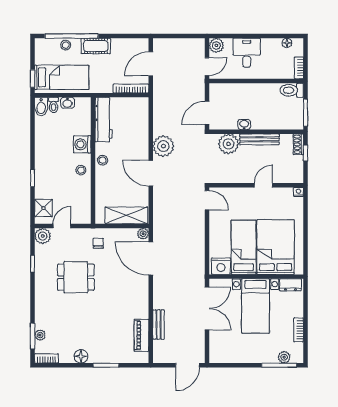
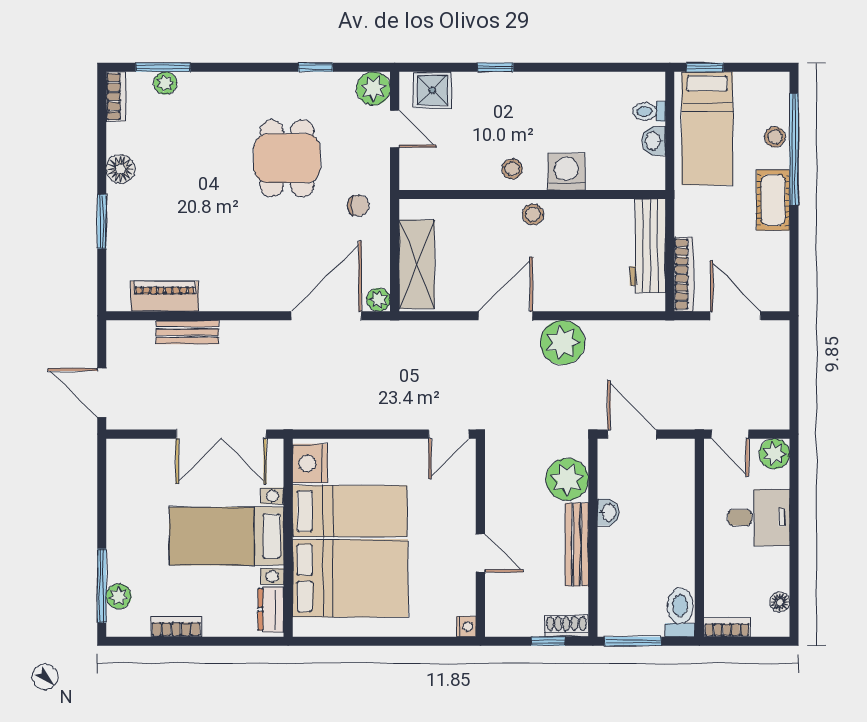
bidet: (41, 107) -> (646, 85), removed
workbench: (104, 120) -> (648, 246), moved, turned 90

